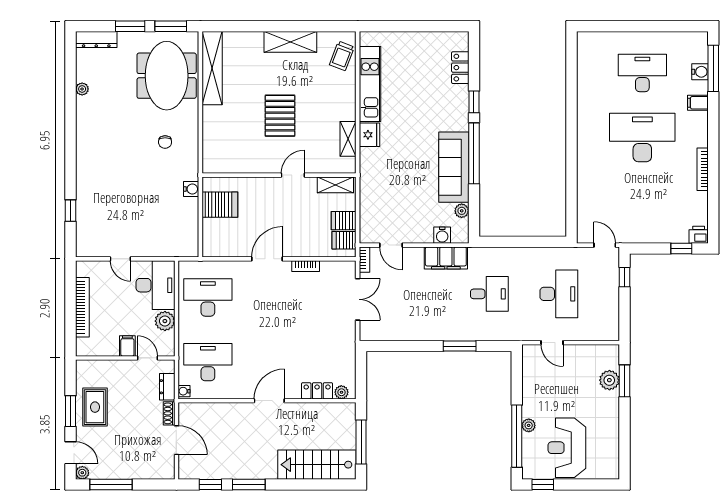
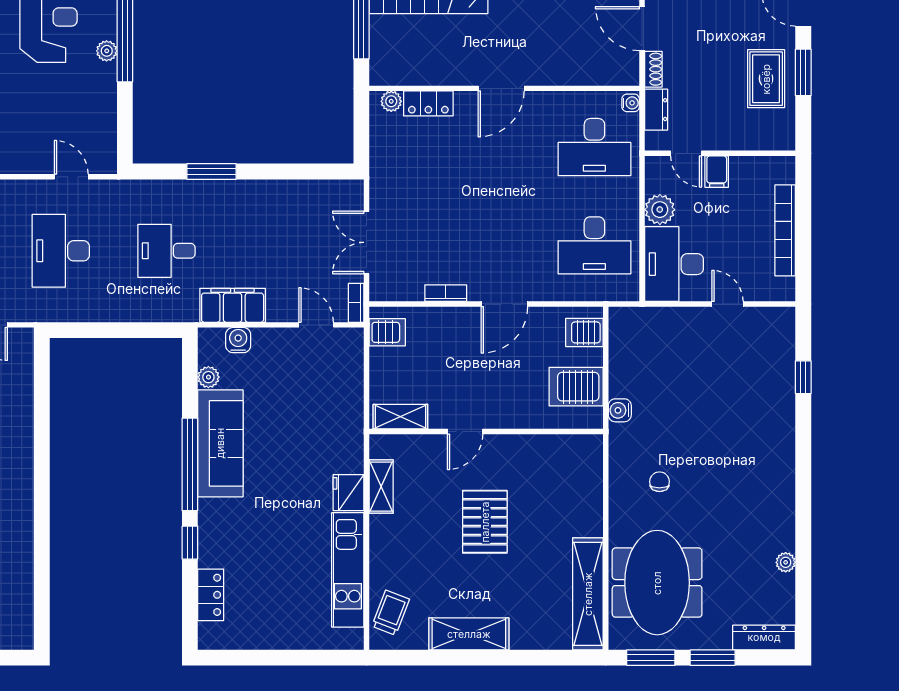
server rack: (344, 221) -> (584, 332), moved, turned 180

